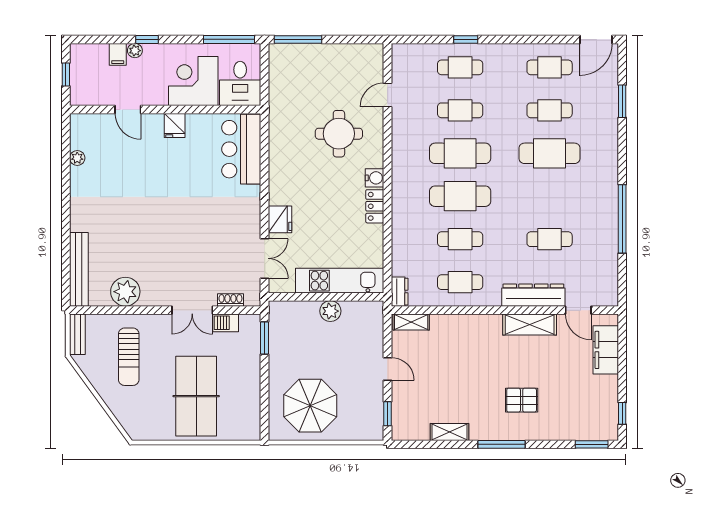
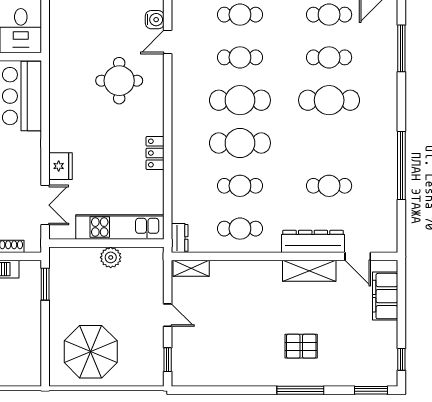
window: (622, 101) -> (401, 48), width x1.44
water cooler: (375, 178) -> (155, 20), moved
shelving: (450, 432) -> (229, 378), removed
window: (502, 444) -> (300, 390), moved

